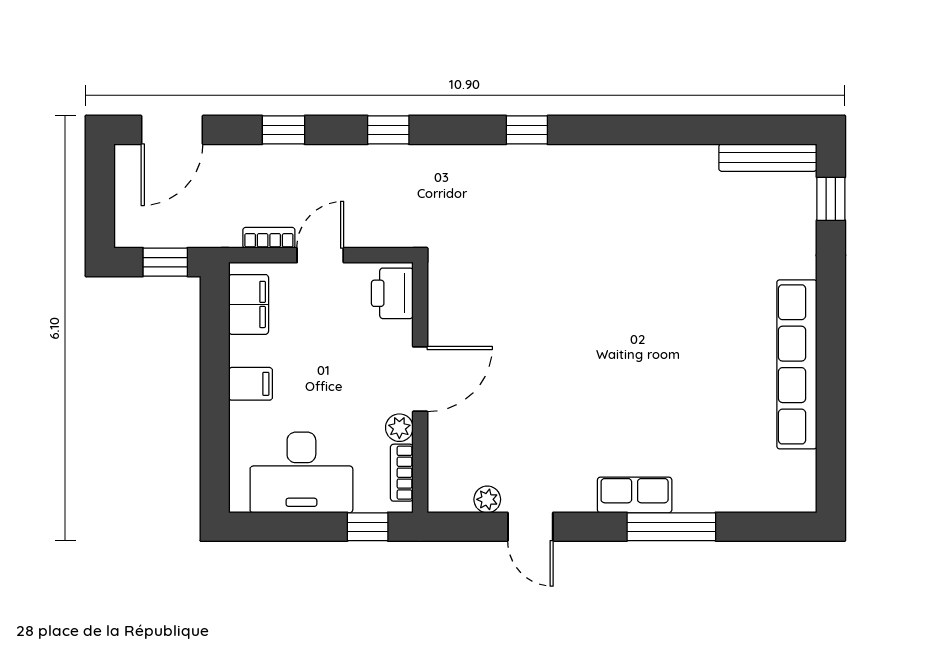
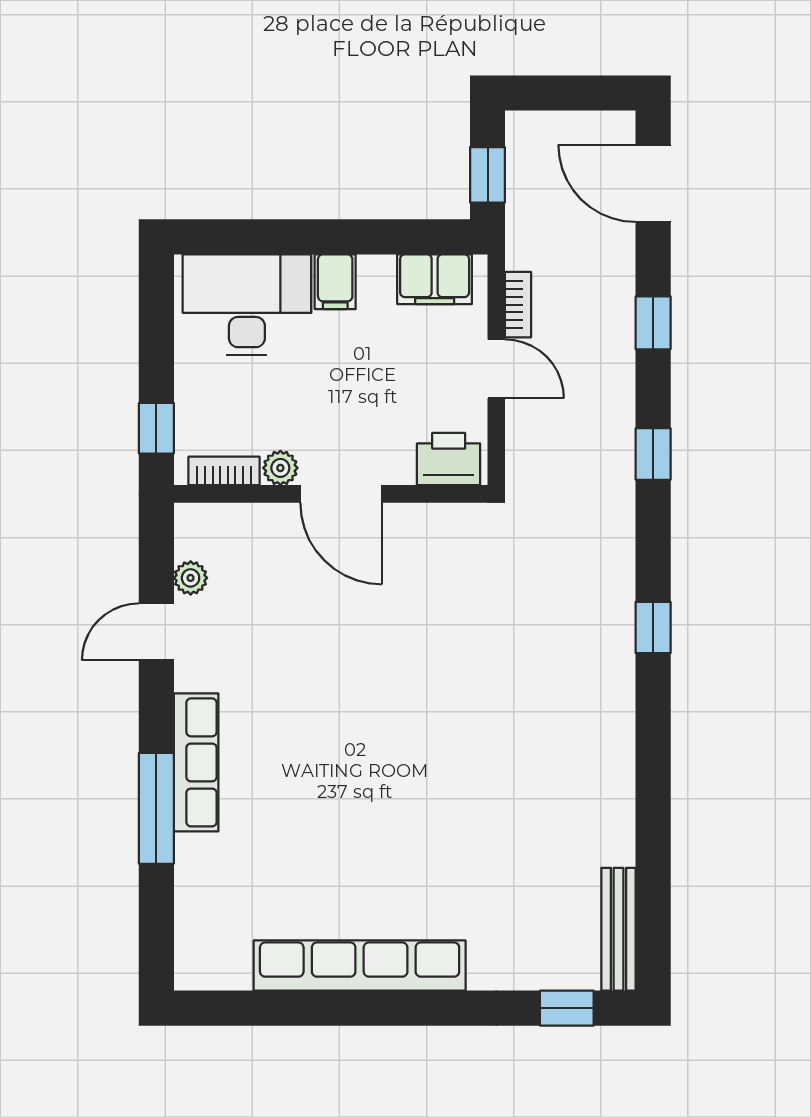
desk: (301, 472) -> (247, 305), moved, turned 90
row of seats: (635, 495) -> (196, 762), width x1.48

